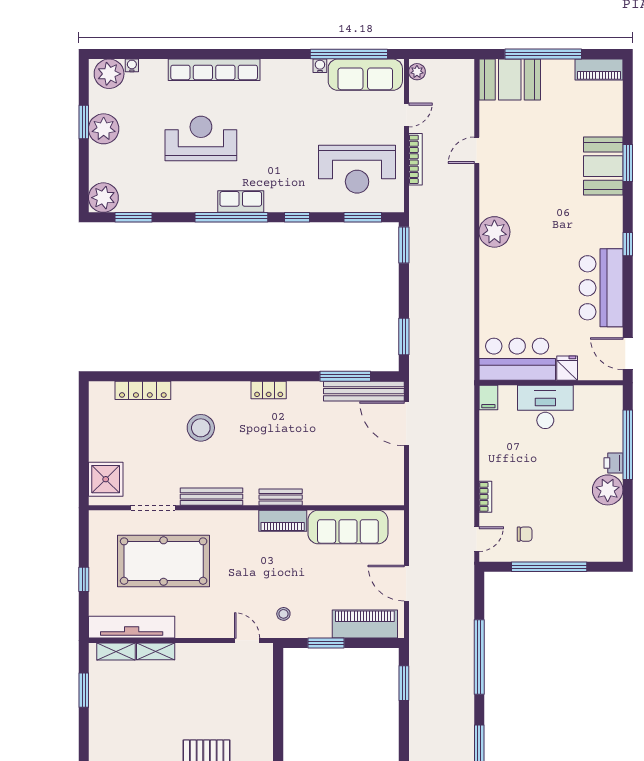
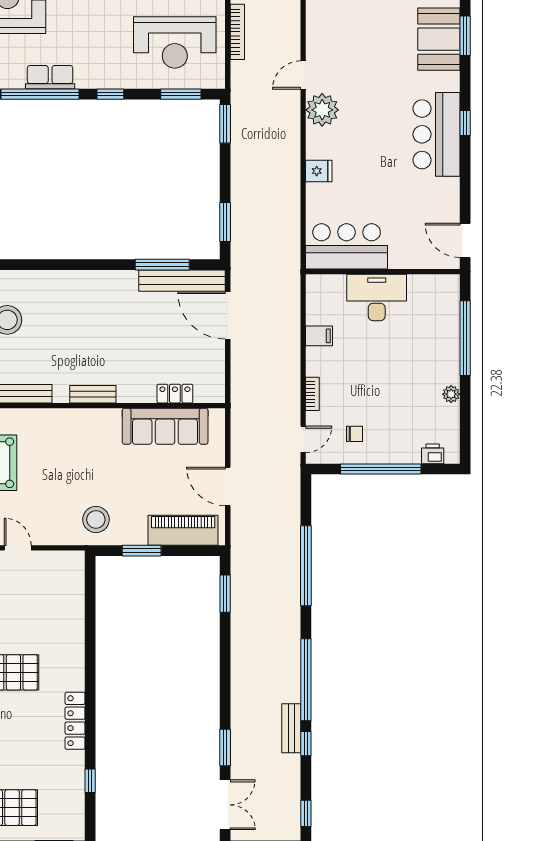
door: (477, 150) -> (303, 75), moved
bar counter: (601, 288) -> (436, 134), moved
fridge: (567, 368) -> (319, 171), moved, turned 90
locker: (269, 390) -> (175, 394), moved, turned 180
filing cabinet: (488, 398) -> (319, 336), moved, turned -90
printer: (613, 463) -> (433, 454), moved, turned 90
plant: (608, 490) -> (451, 394), width x0.53, depth x0.53
piano: (283, 521) -> (95, 420), removed
stool: (283, 614) -> (96, 519), width x1.89, depth x1.89
door: (247, 640) -> (18, 548), moved

